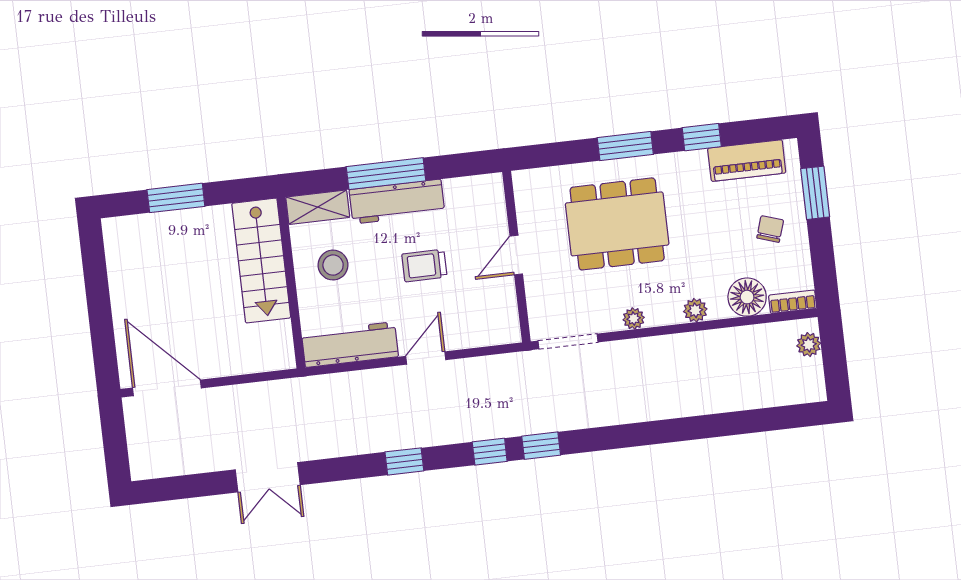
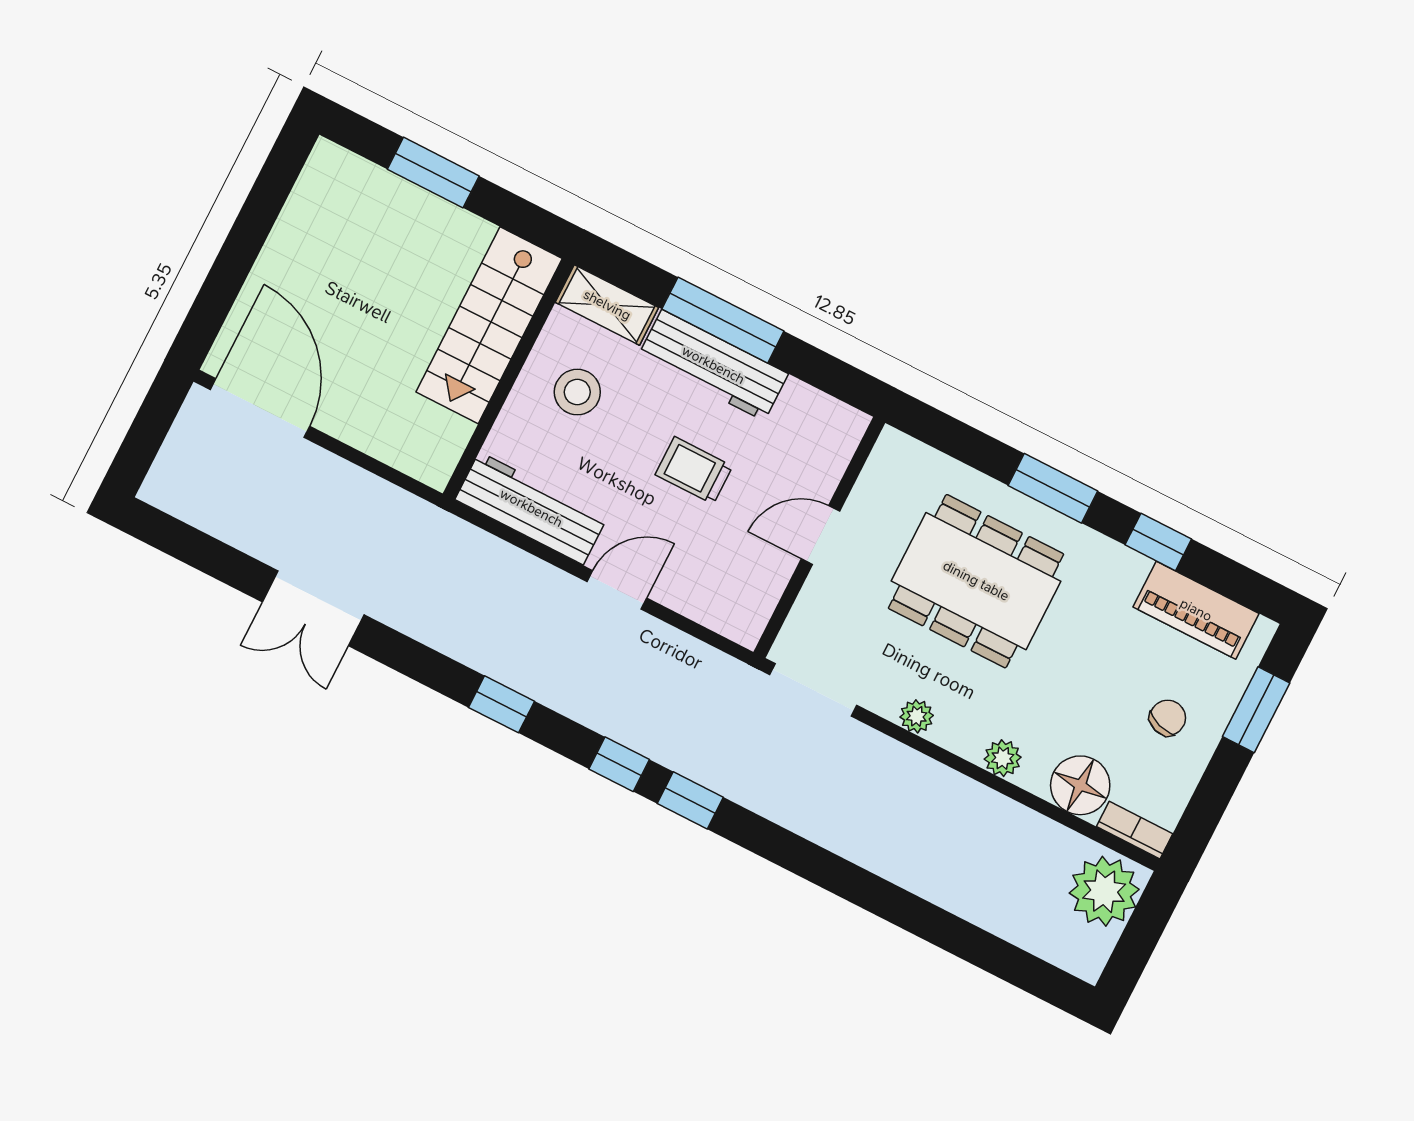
plant: (809, 345) -> (1104, 891), width x1.87, depth x1.87

